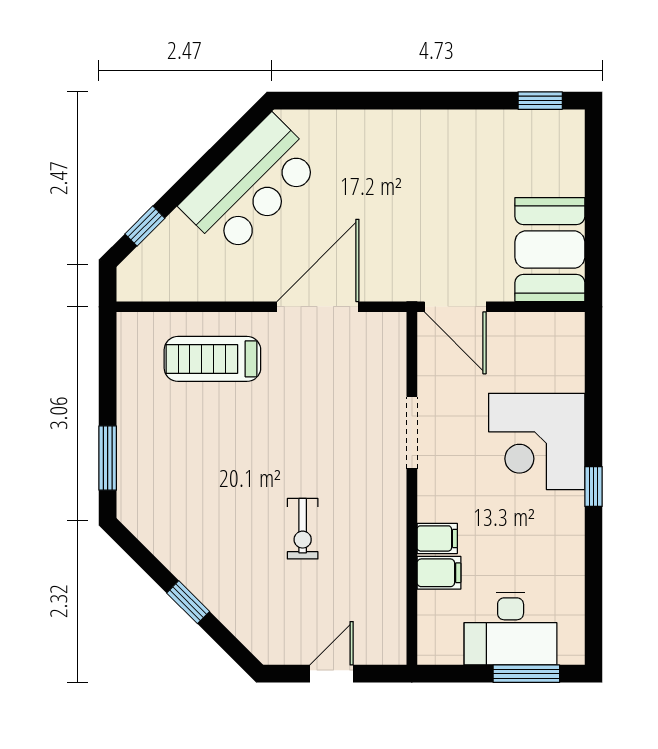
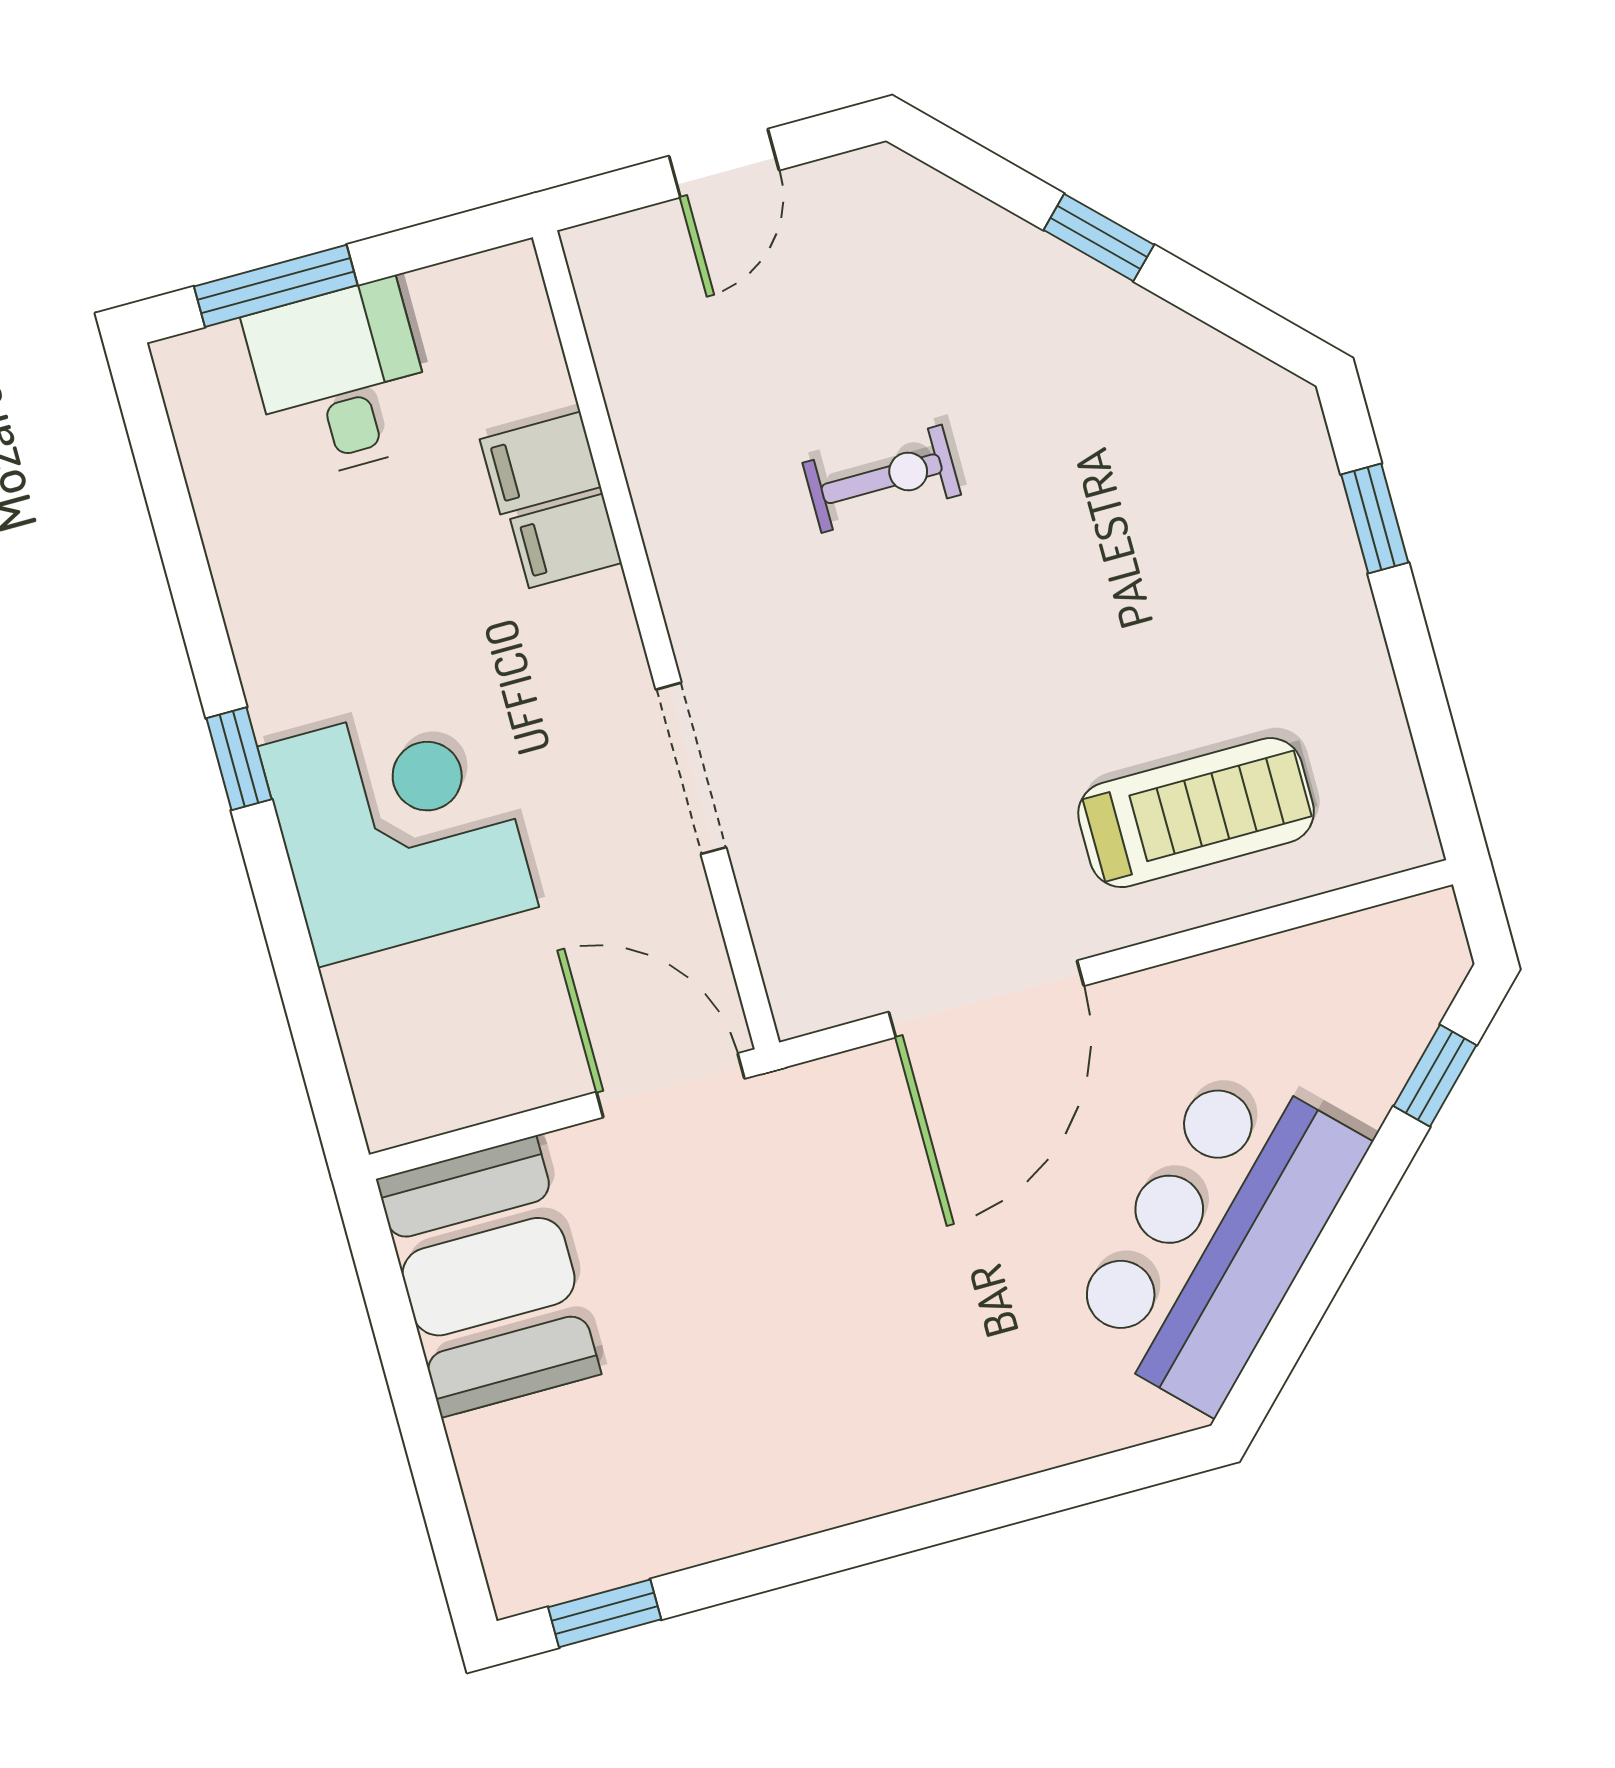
window: (108, 458) -> (1375, 519), width x0.67
exercise bike: (303, 529) -> (882, 479), turned 90
desk: (511, 629) -> (341, 380), width x0.73

